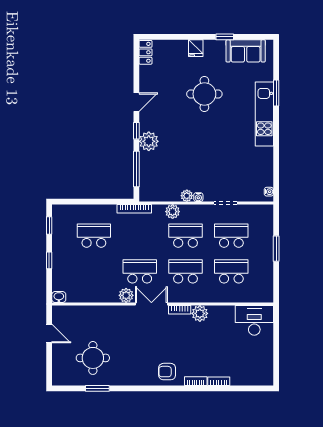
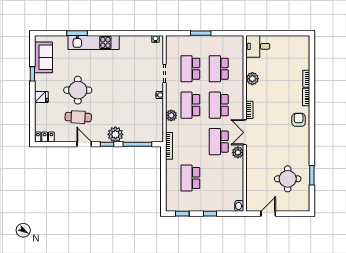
cafe table: (171, 94) -> (78, 117), added
plant: (187, 196) -> (159, 104), removed
plant: (200, 313) -> (252, 79), moved
desk: (254, 320) -> (258, 46), width x0.73
armchair: (167, 372) -> (299, 120), turned 180

